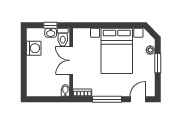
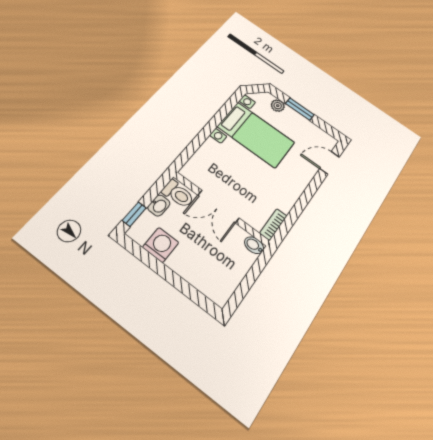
window: (50, 25) -> (134, 214), moved
bed with nightstands: (117, 51) -> (256, 135), width x0.73
window: (107, 99) -> (304, 199), removed
door: (138, 99) -> (329, 163), hinge flipped

